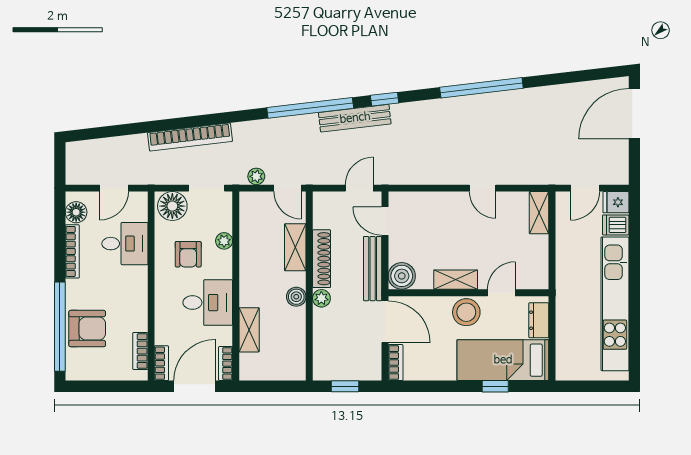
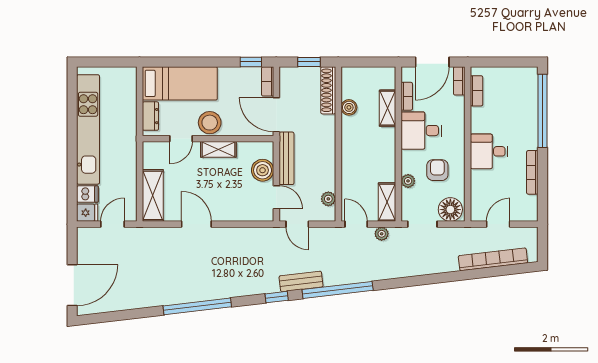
bench: (355, 118) -> (301, 281), width x0.73
bookcase: (190, 137) -> (493, 259), moved
door: (359, 188) -> (297, 224), hinge flipped
door: (483, 188) -> (196, 224), width x1.38
floor lamp: (76, 212) -> (529, 204), removed
shelving: (539, 213) -> (153, 195), width x1.50, depth x1.33
desk: (125, 244) -> (489, 151), moved
shelving: (295, 247) -> (387, 202), moved
shoe rack: (322, 259) -> (328, 90), moved
boiler: (402, 276) -> (263, 170), moved
boiler: (296, 297) -> (349, 107), moved
plant: (321, 298) -> (328, 199), moved
armchair: (87, 329) -> (520, 109), removed
bookcase: (226, 364) -> (407, 96), moved
window: (495, 386) -> (251, 62), moved

